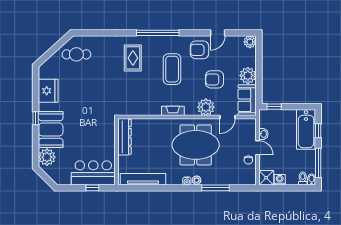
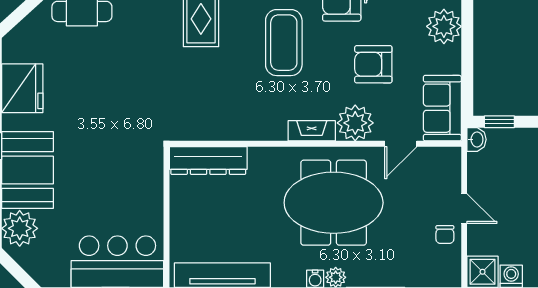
plant: (248, 76) -> (444, 26), moved
fireplace: (173, 111) -> (312, 131), moved
washbasin: (263, 134) -> (476, 139), moved
dresser: (124, 137) -> (208, 160), moved, turned 90

